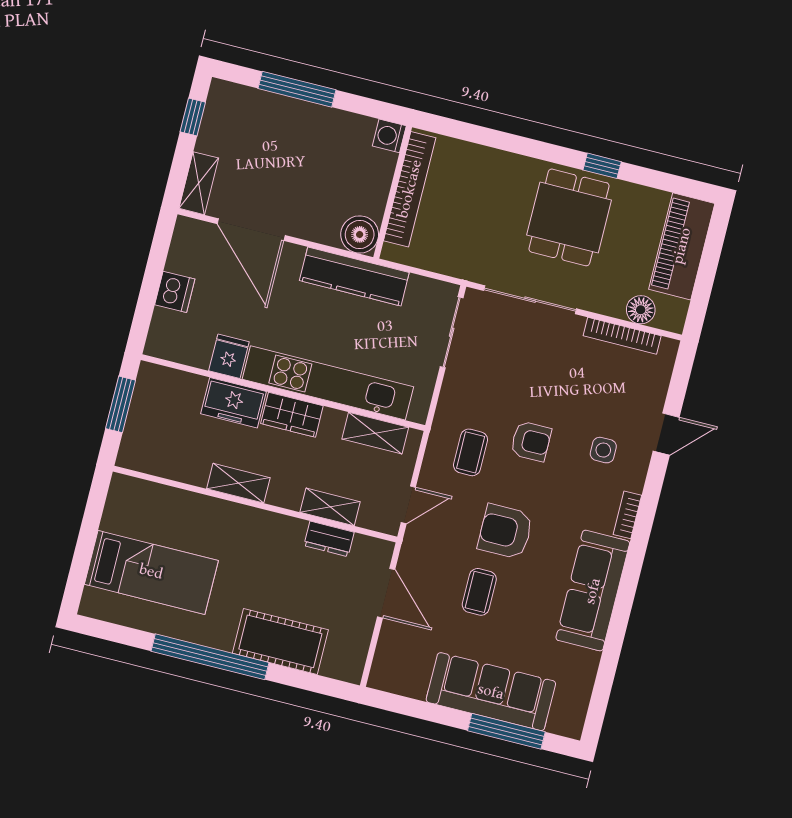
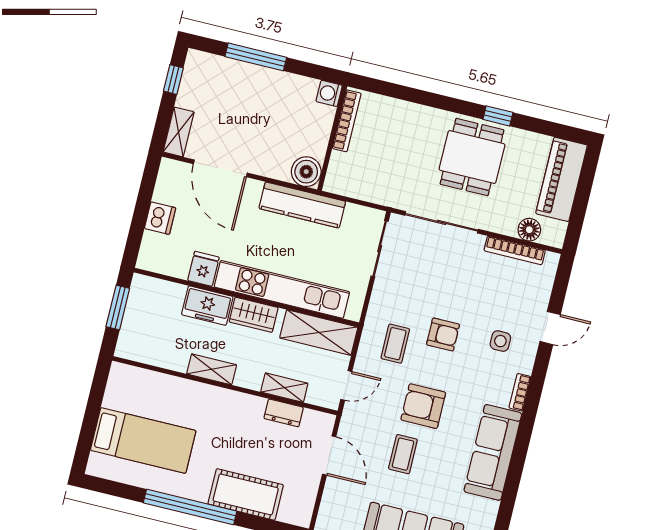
bookcase: (410, 189) -> (347, 121), width x0.68, depth x0.76
shelving: (375, 433) -> (319, 332), width x1.50, depth x1.33

